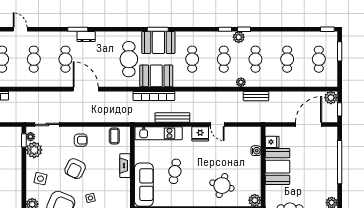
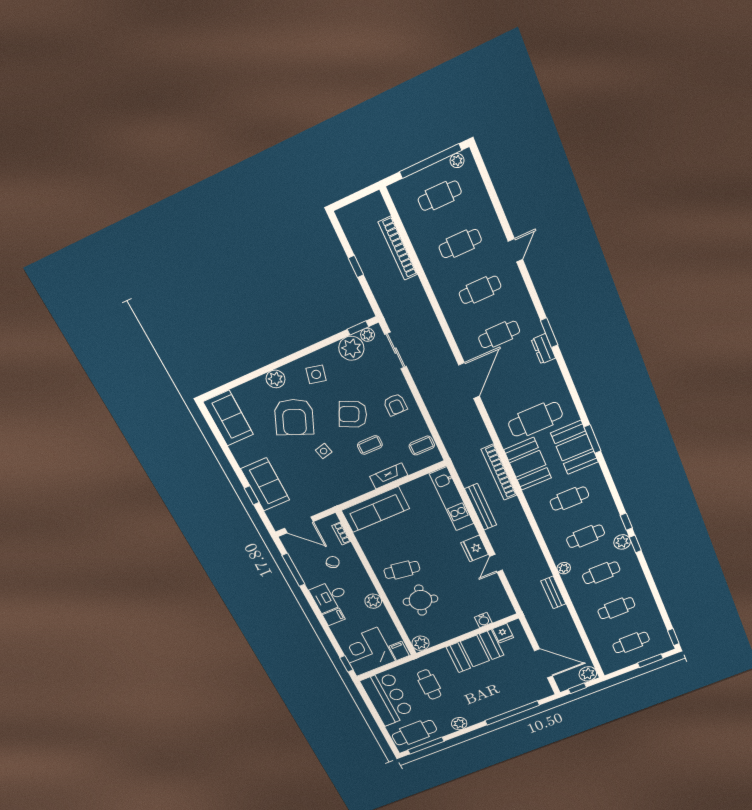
coffee table: (99, 168) -> (370, 445), added
cafe table: (175, 171) -> (402, 570), moved

